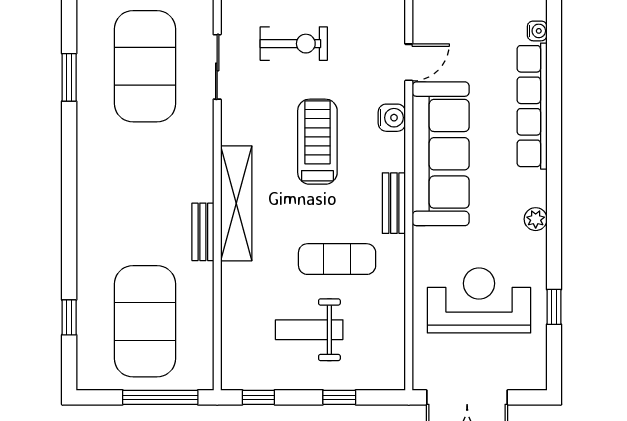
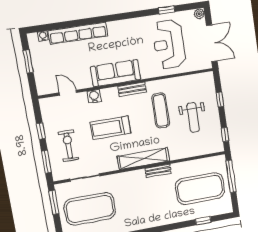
sofa: (441, 154) -> (116, 73), width x0.74, depth x0.79
plant: (536, 219) -> (199, 14), moved

